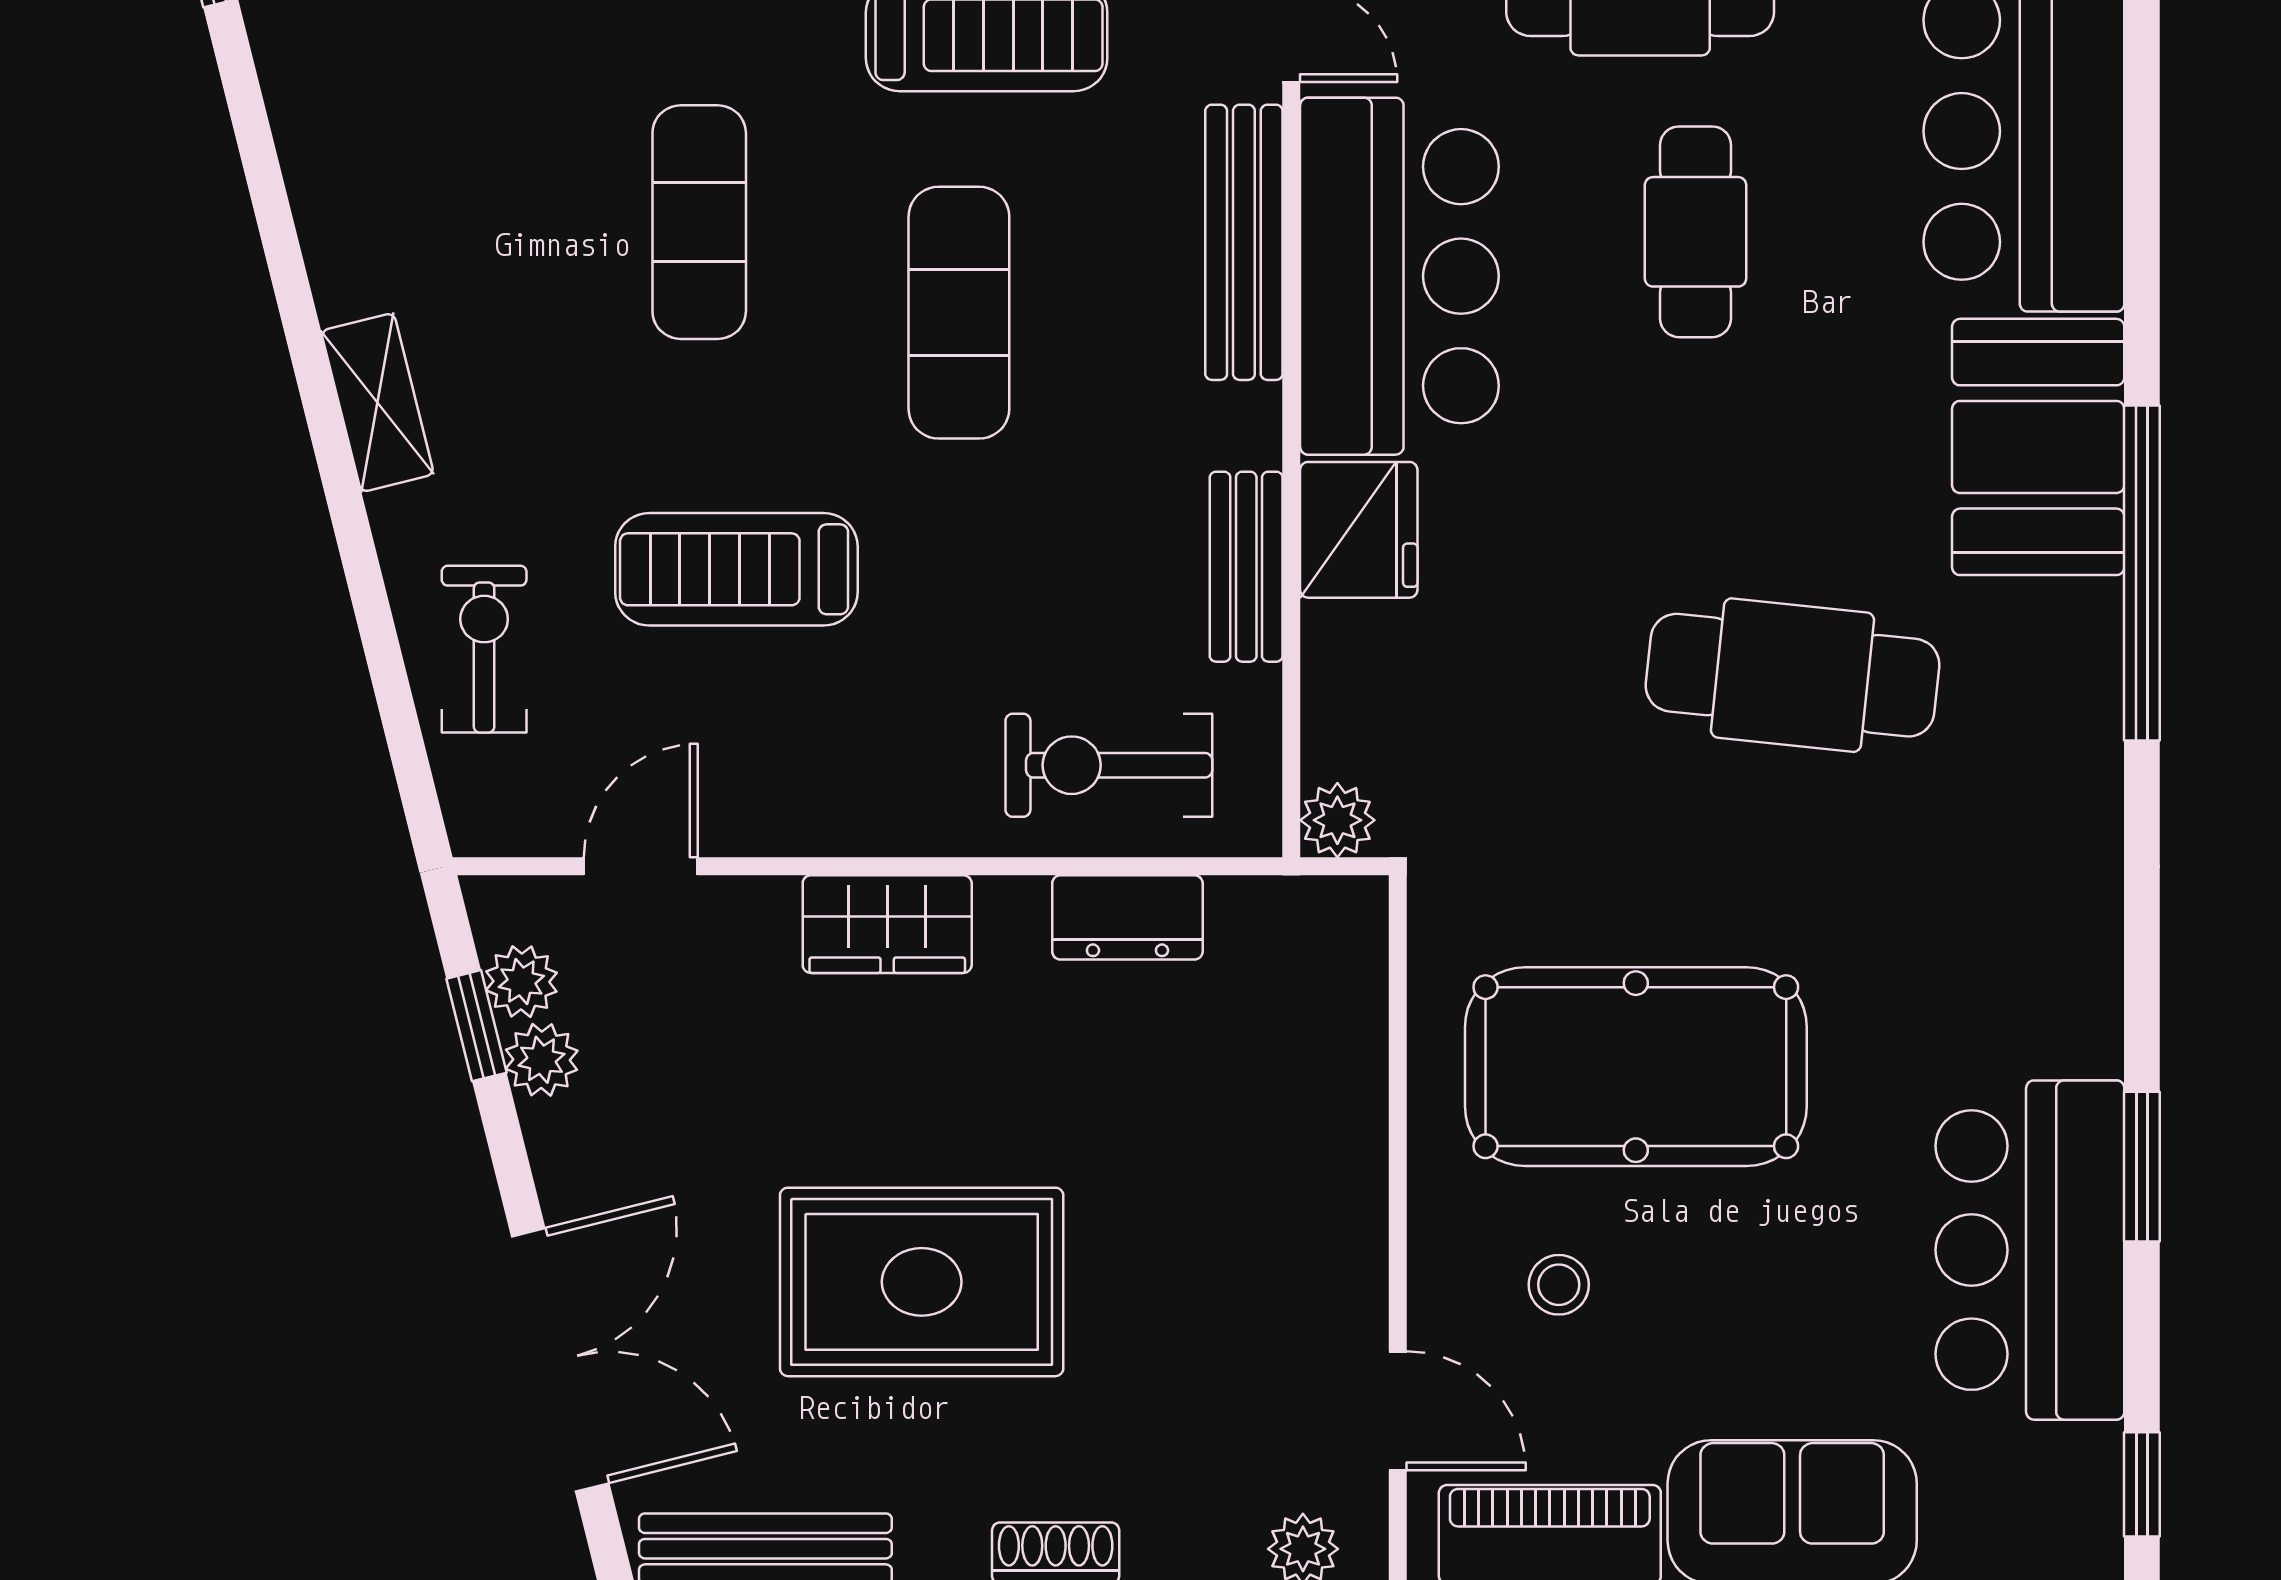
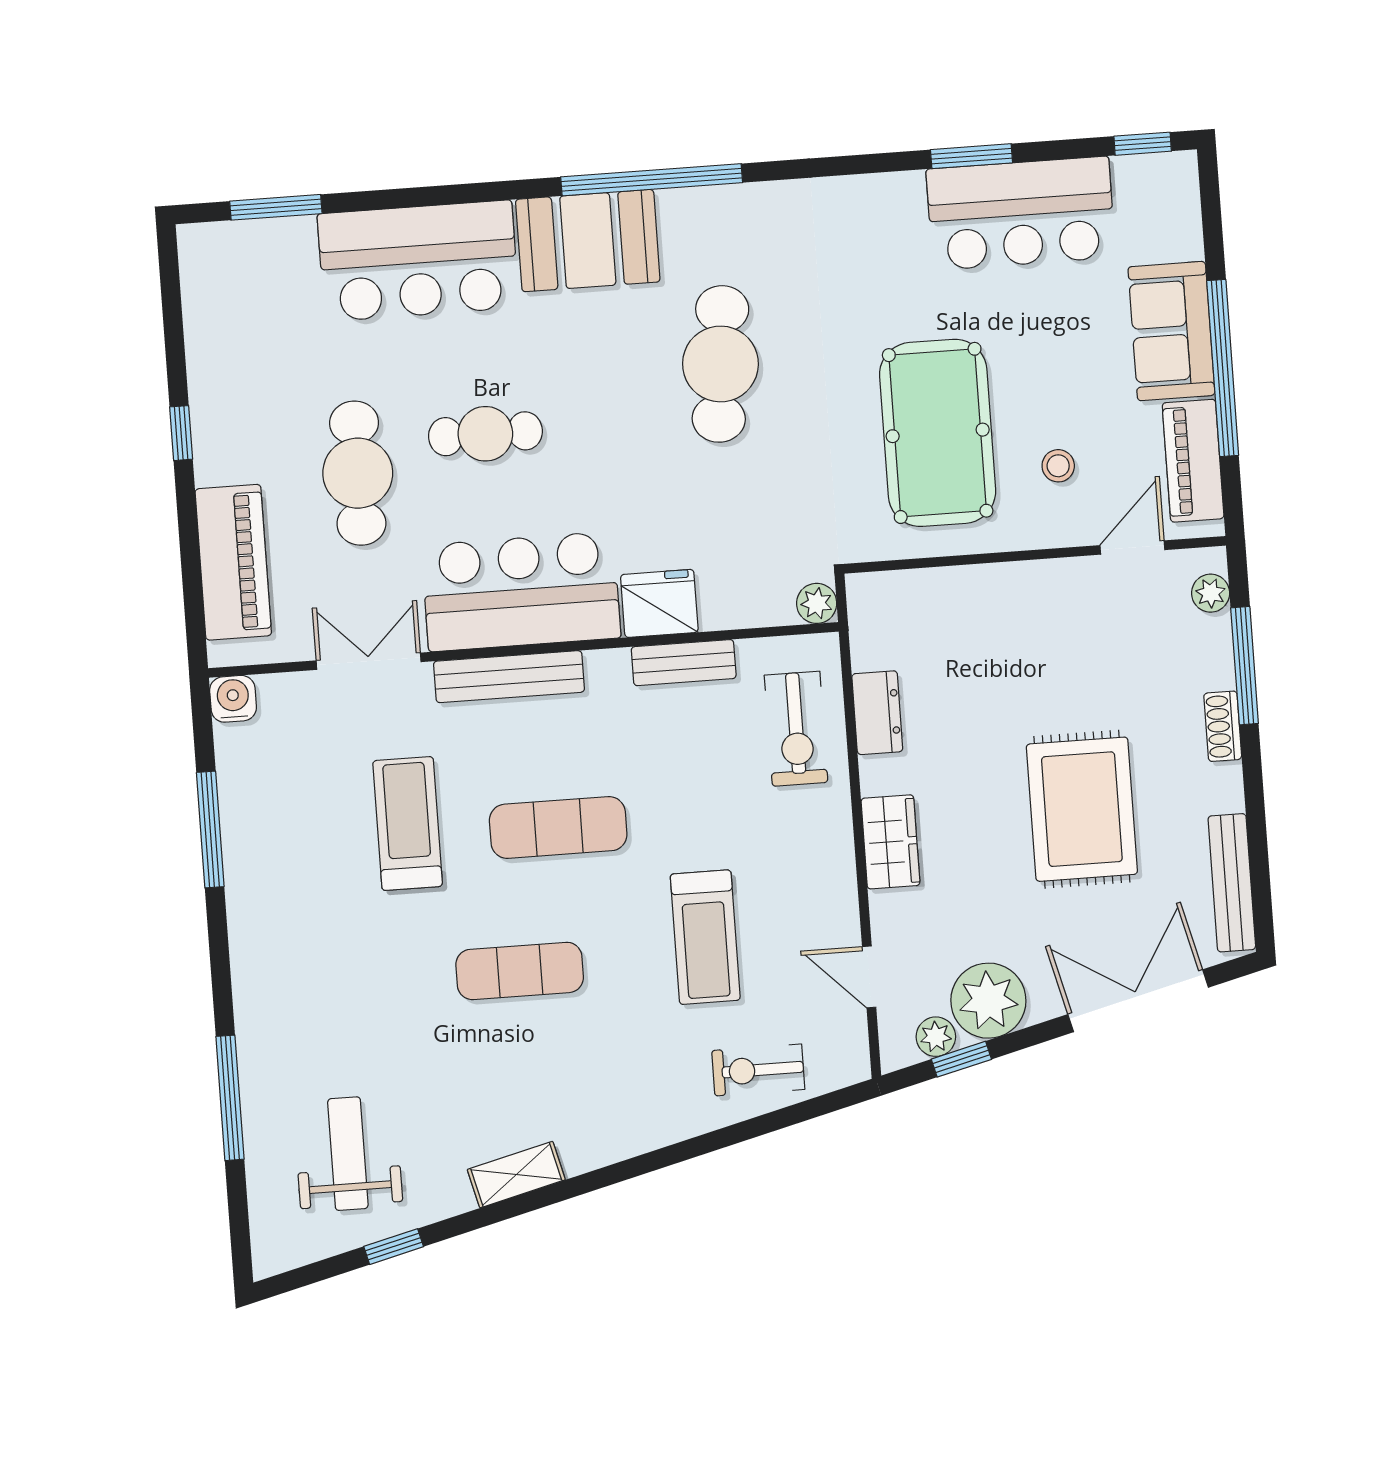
shelving: (377, 403) -> (516, 1175), moved
plant: (542, 1060) -> (988, 1001), width x1.87, depth x1.87

